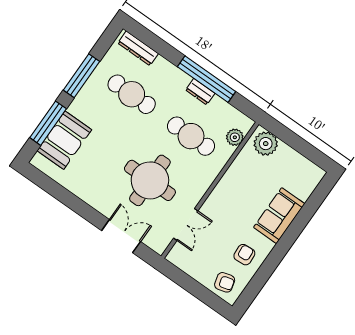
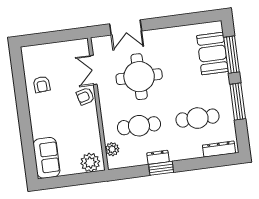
window: (206, 79) -> (161, 168), width x0.47
sofa: (279, 216) -> (47, 158), moved
armchair: (225, 282) -> (85, 96), moved

